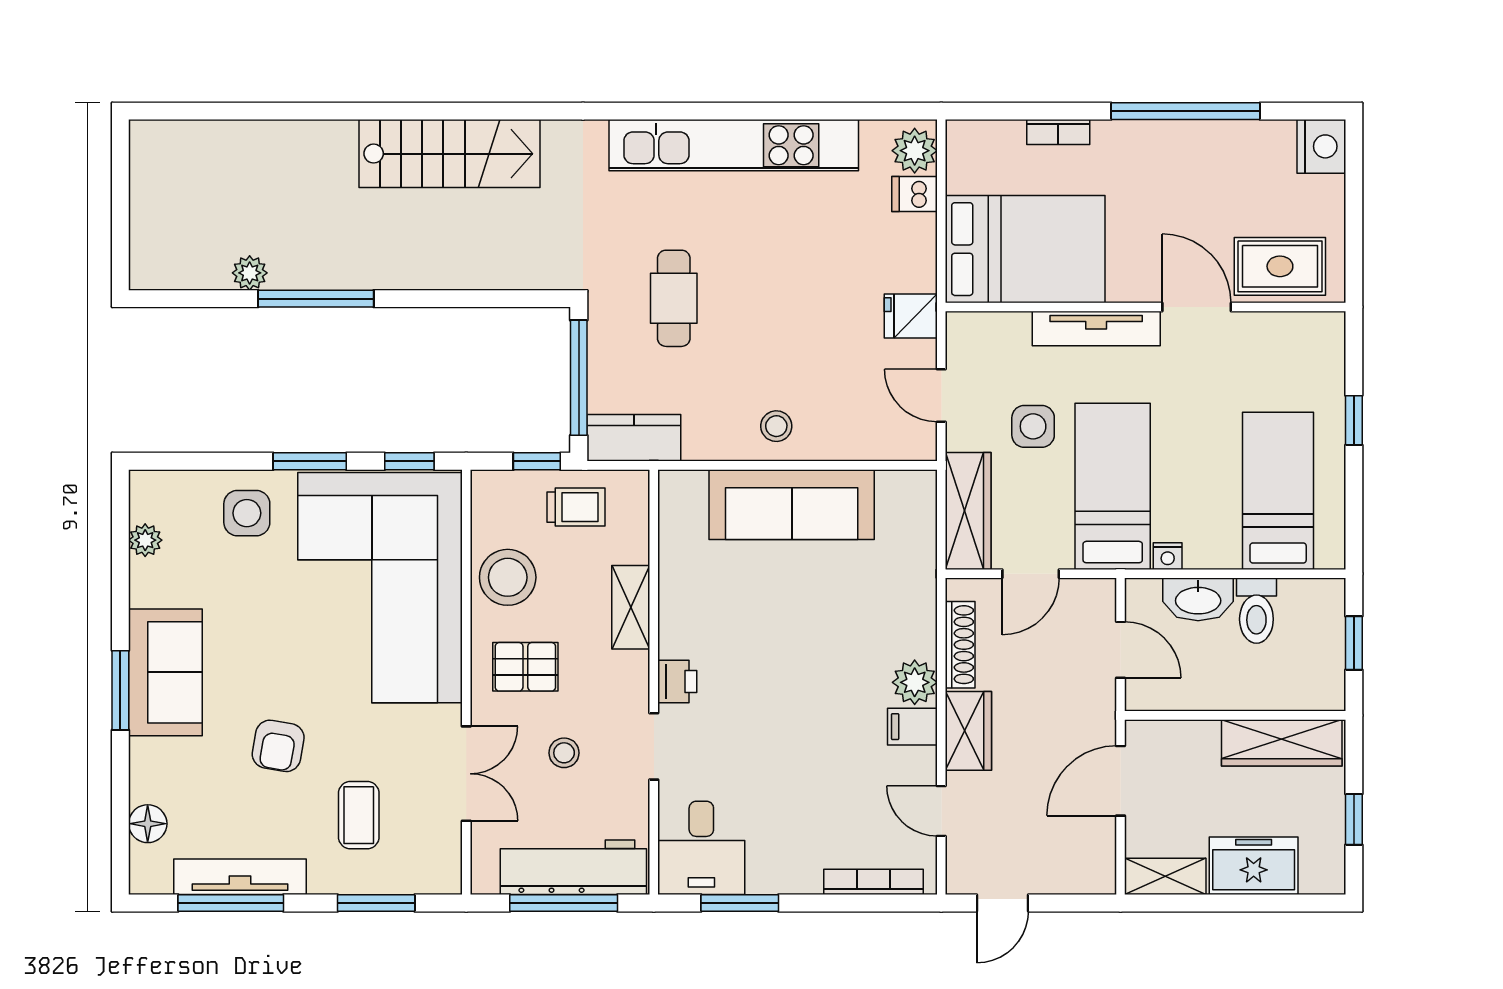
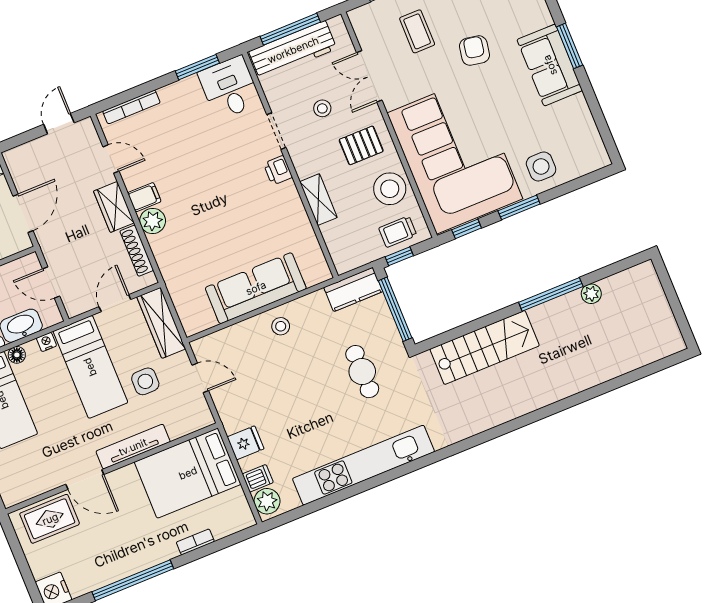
stairs: (450, 154) -> (485, 347), moved, turned 180
fridge: (911, 316) -> (246, 443), moved
trolley: (576, 507) -> (398, 232), moved
plant: (145, 540) -> (589, 130), removed
floor lamp: (1224, 555) -> (17, 355), added

